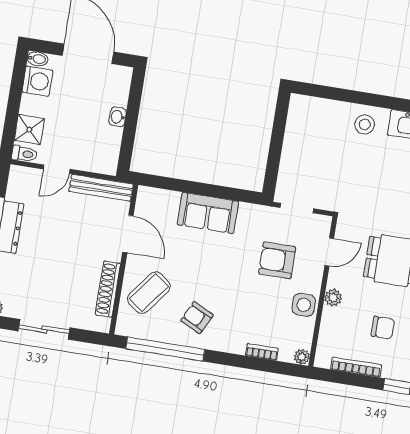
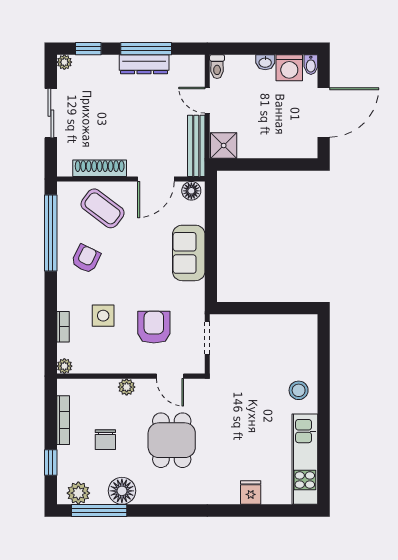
washbasin: (118, 117) -> (265, 62), moved, turned 180
shower: (29, 130) -> (224, 146), moved
floor lamp: (146, 200) -> (191, 191), added
side table: (304, 305) -> (103, 316), moved

